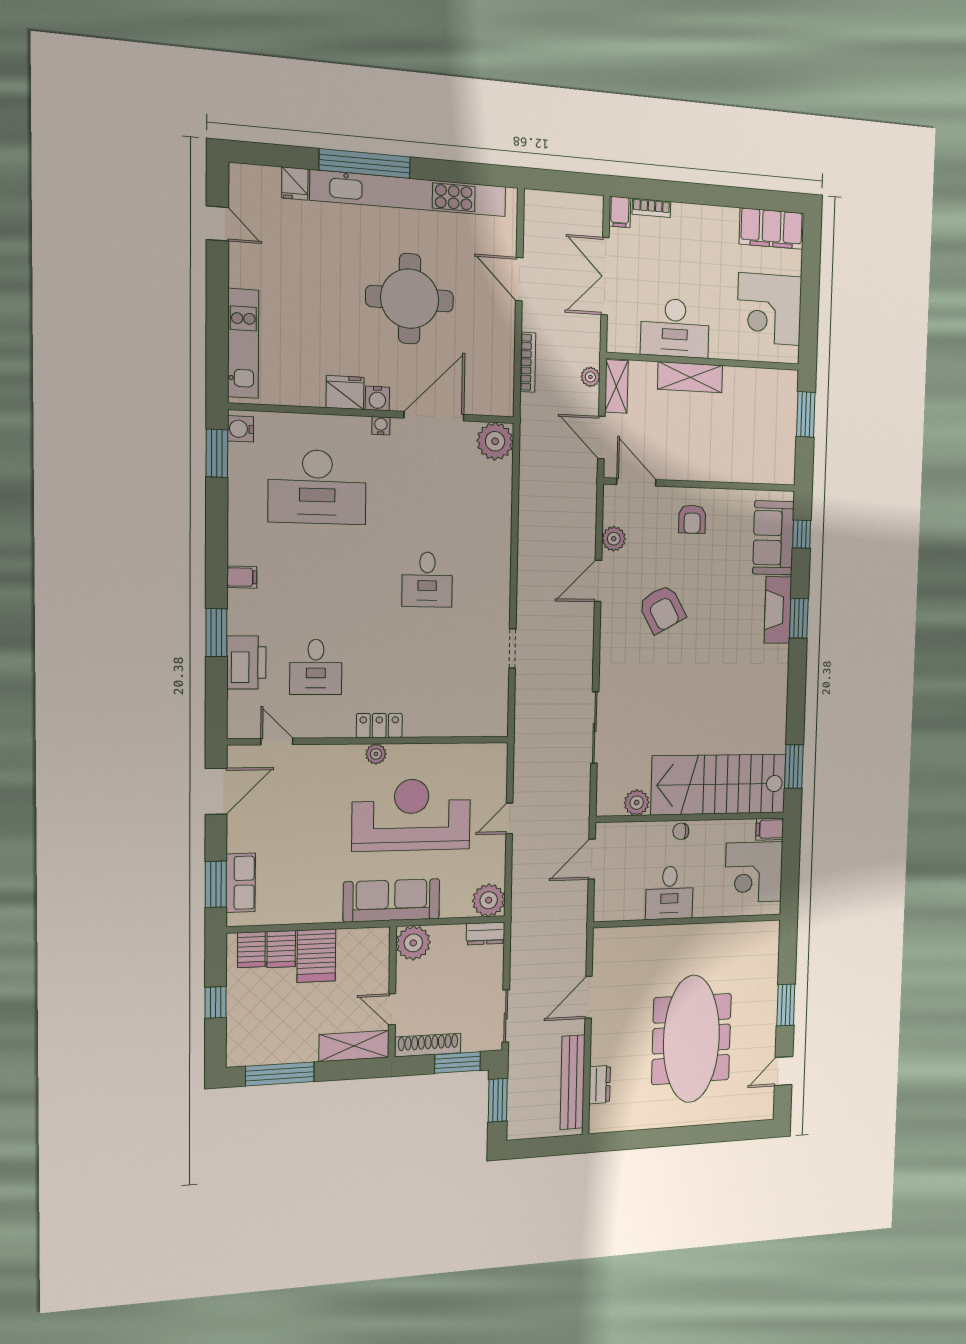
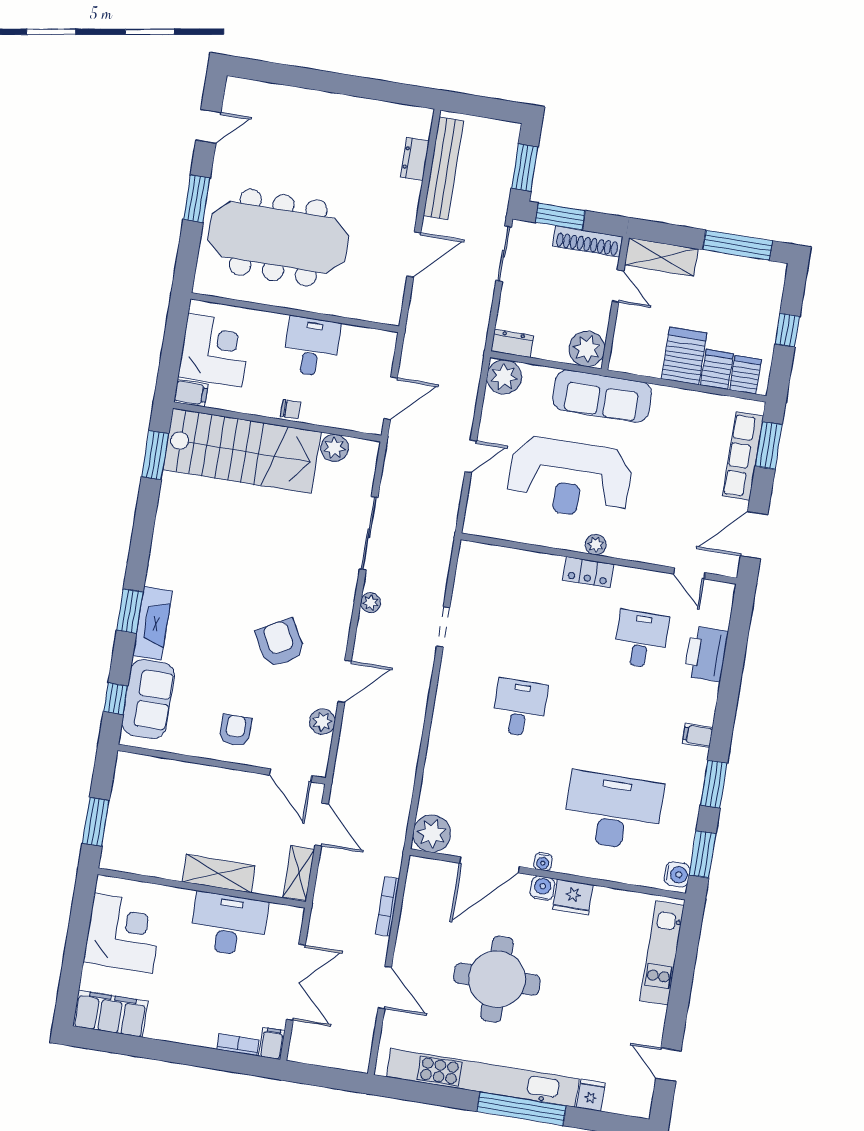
plant: (590, 377) -> (371, 603), moved
window: (216, 633) -> (714, 784), moved
row of seats: (241, 883) -> (743, 456), width x1.48
meeting table: (692, 1039) -> (278, 238), moved, turned 90

